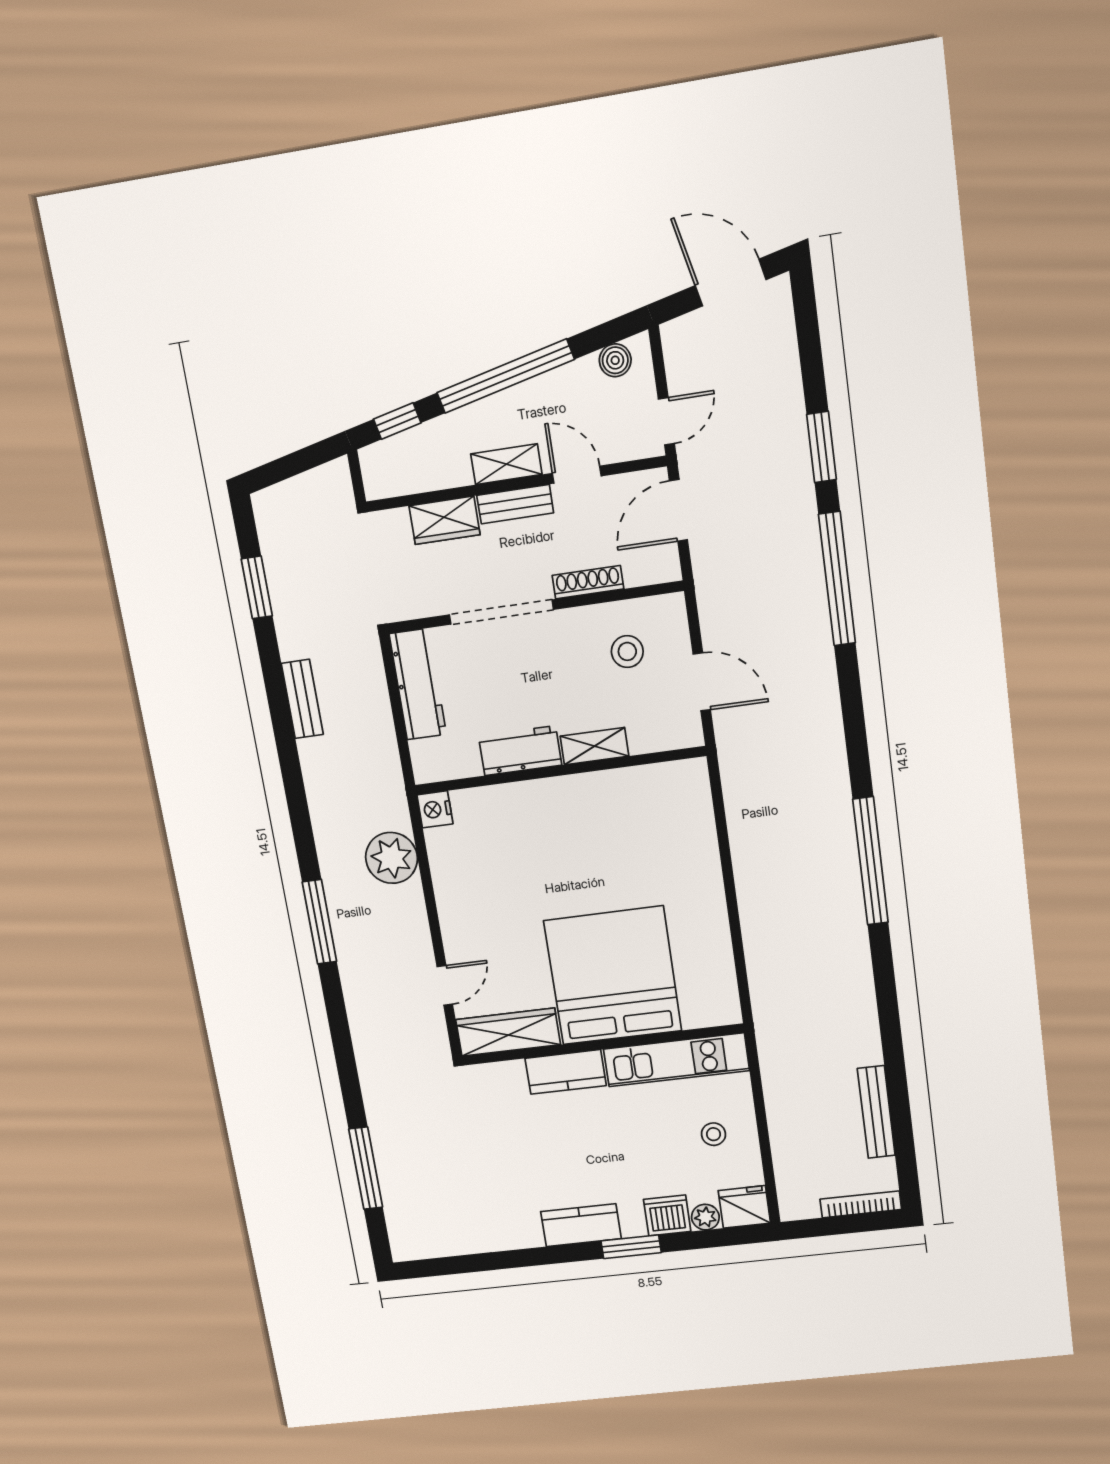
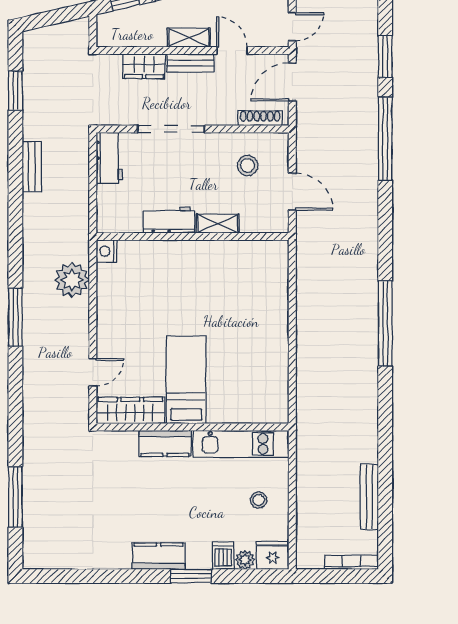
shoe rack: (588, 582) -> (260, 118), moved
workbench: (418, 684) -> (109, 158), width x0.73
bed: (613, 976) -> (186, 380), width x0.49
dishwasher: (667, 1215) -> (223, 556), width x0.73

